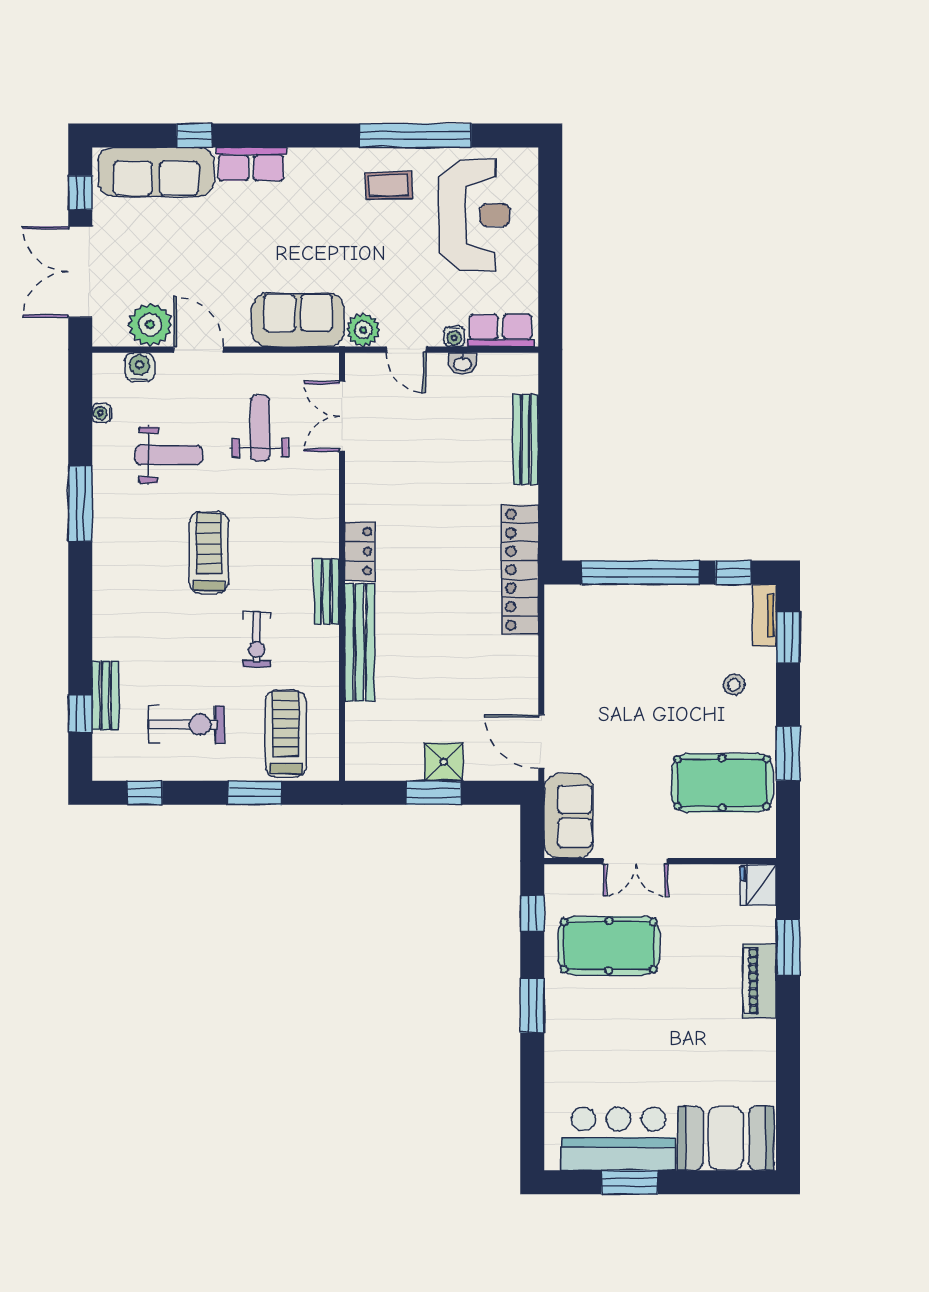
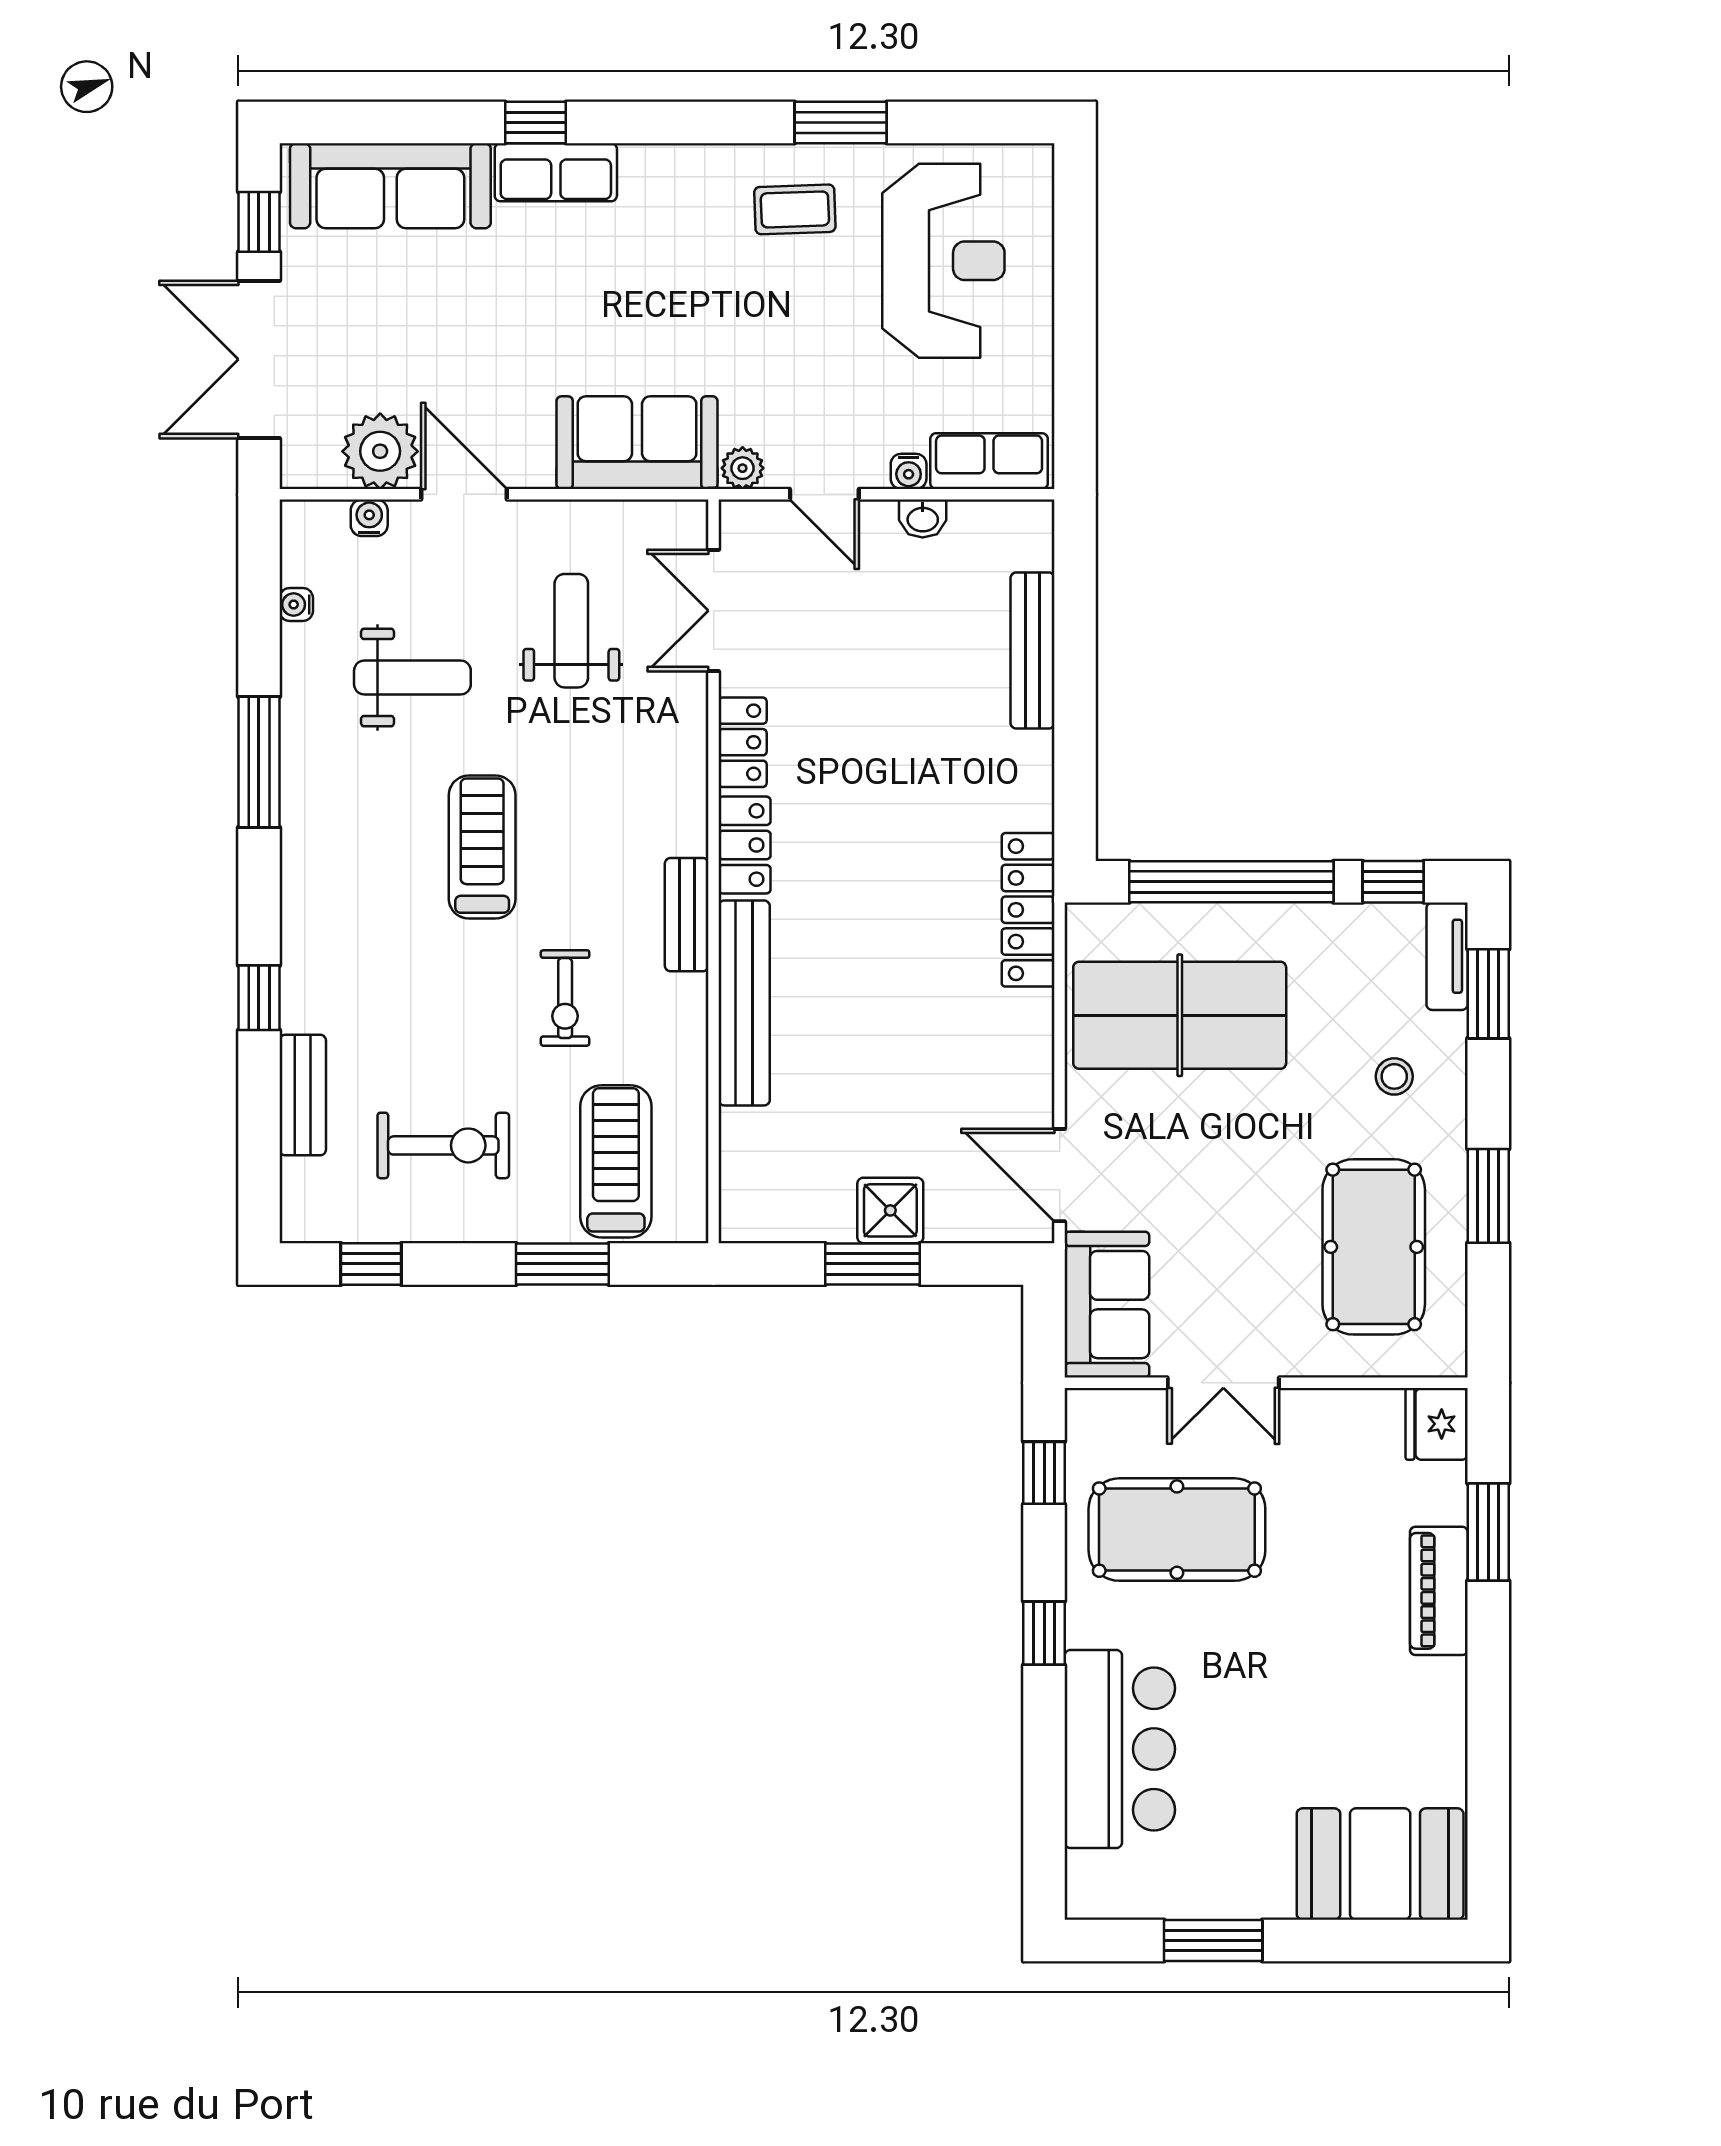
window: (194, 135) -> (536, 122), moved
window: (415, 135) -> (841, 122), width x0.47
plant: (363, 330) -> (743, 468), width x0.73, depth x0.73
water cooler: (140, 367) -> (369, 518), width x0.72, depth x0.72
locker: (359, 492) -> (743, 742), added
locker: (520, 570) -> (1028, 910), width x0.71, depth x0.83
table tennis table: (610, 649) -> (1180, 1015), added
window: (80, 713) -> (259, 998), moved
pool table: (722, 783) -> (1374, 1247), turned 90
window: (532, 1005) -> (1044, 1633), width x0.67
bar counter: (618, 1139) -> (1120, 1749), moved, turned 90

